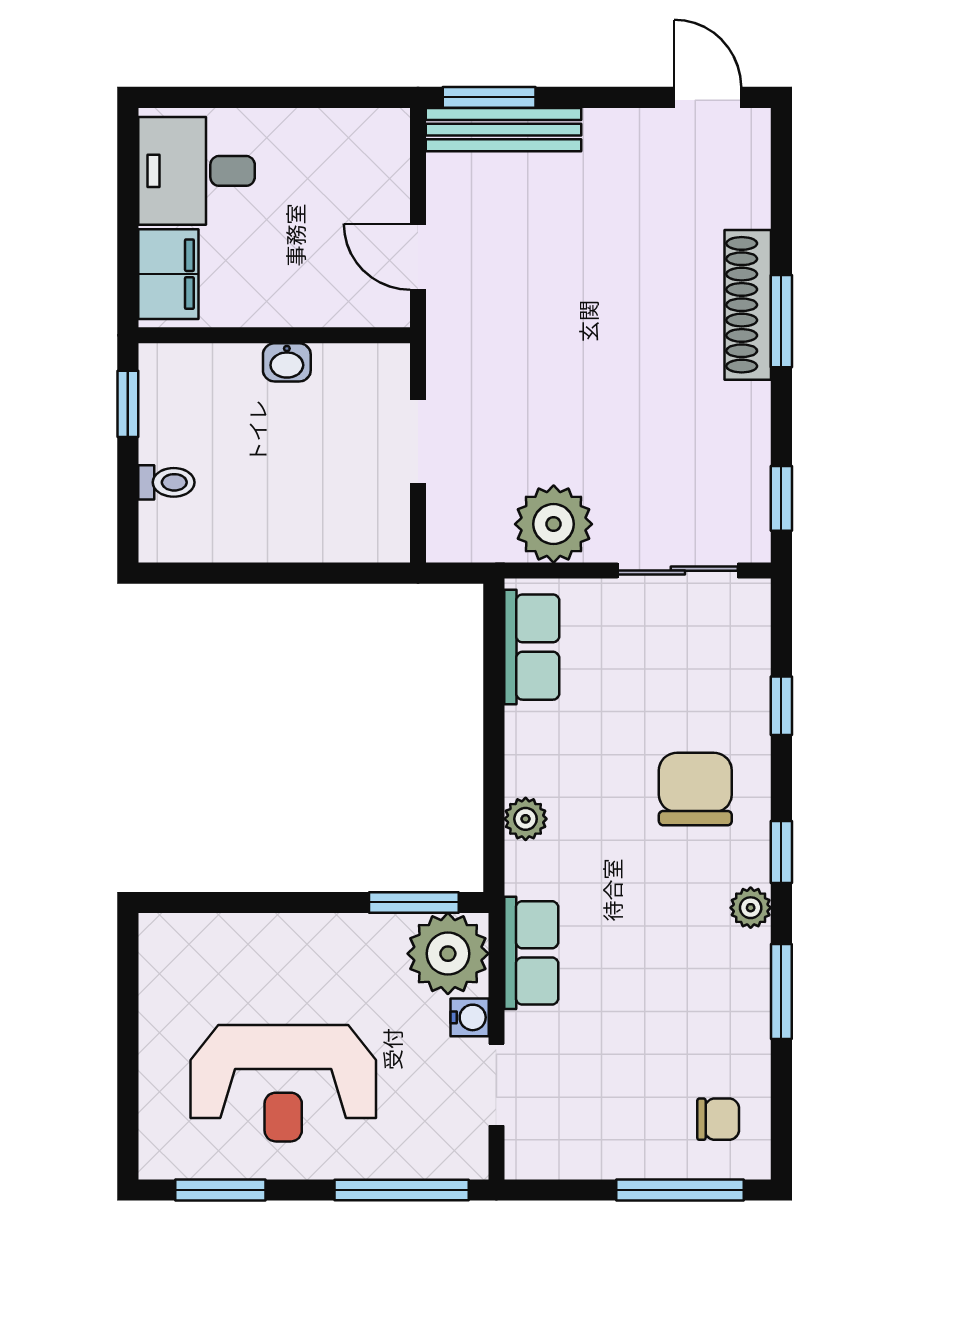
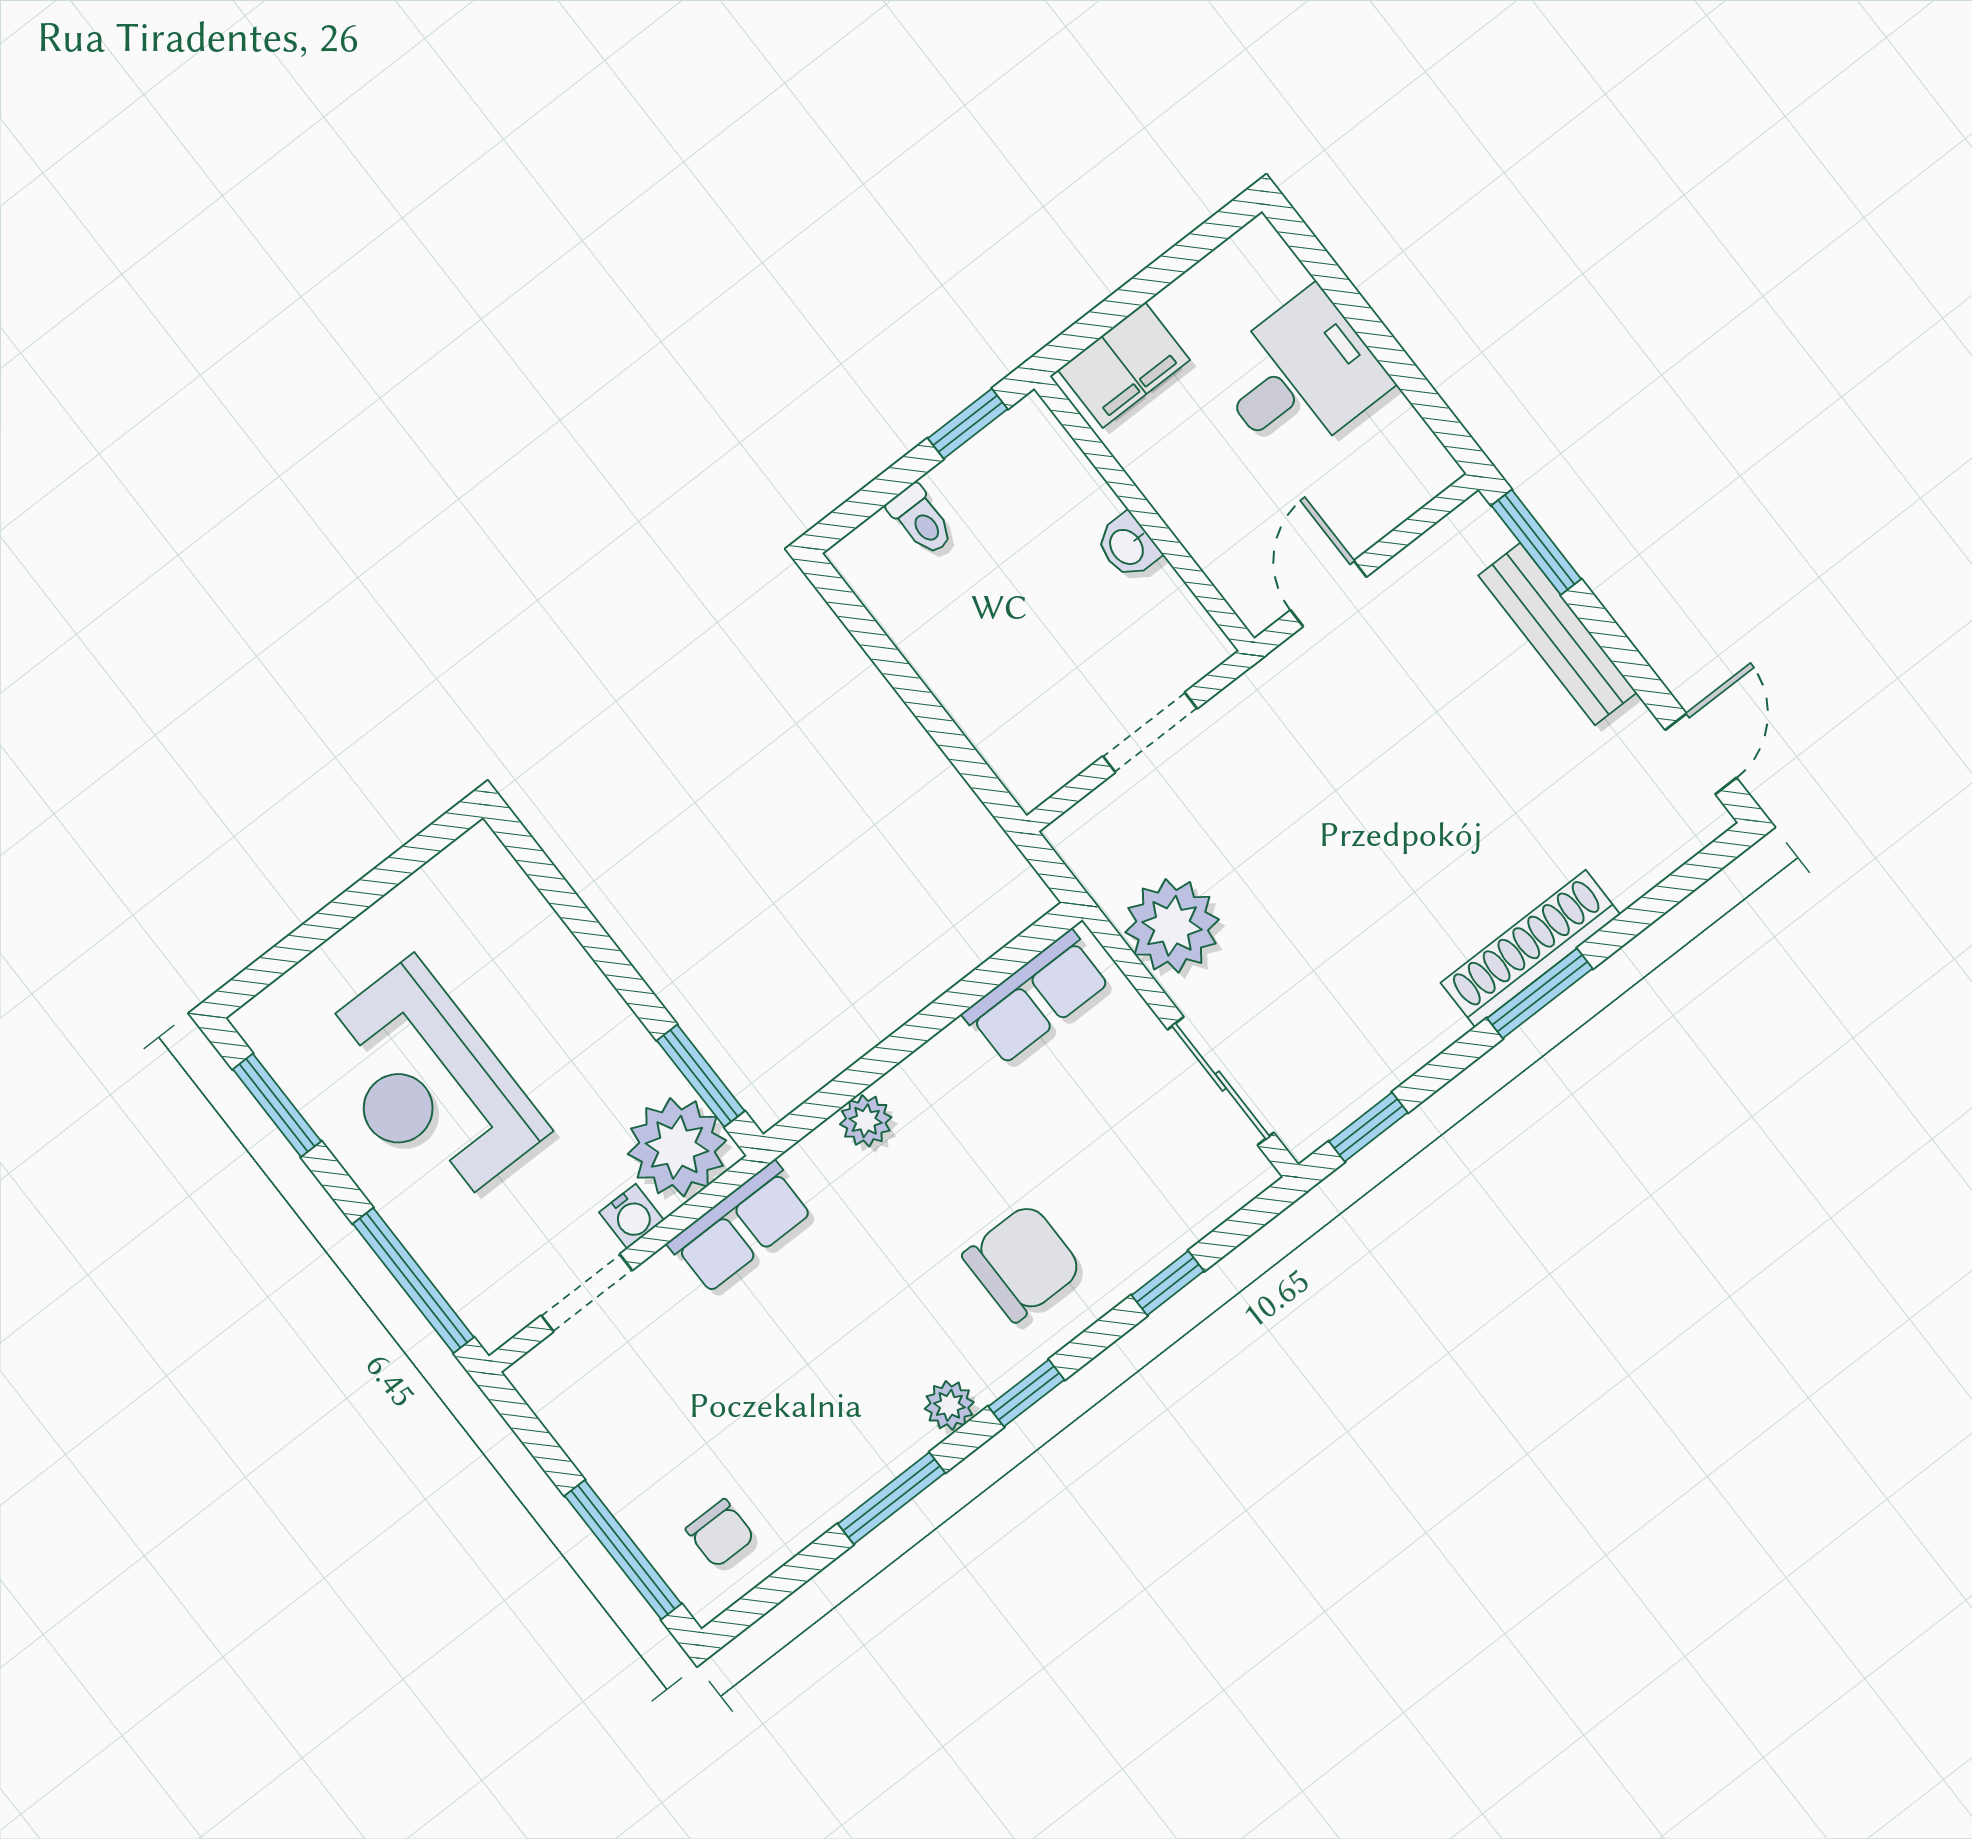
bench: (503, 130) -> (1558, 634), moved
desk: (197, 171) -> (1300, 376), moved, turned 90

